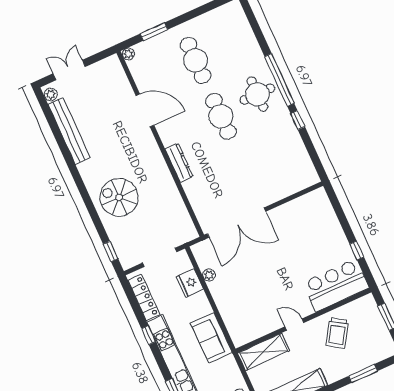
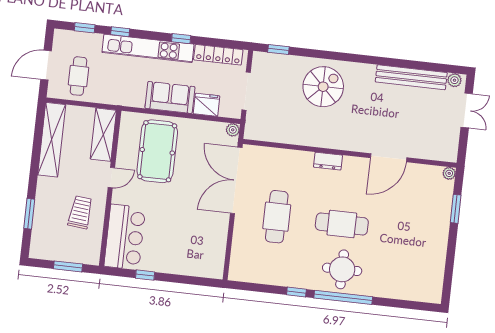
cafe table: (196, 60) -> (277, 217), moved, turned 90
dresser: (179, 163) -> (328, 161), width x0.70
plant: (209, 275) -> (233, 130), moved
pool table: (251, 300) -> (157, 151), added
trolley: (337, 333) -> (80, 212), turned 63
sofa: (211, 338) -> (170, 97), moved

